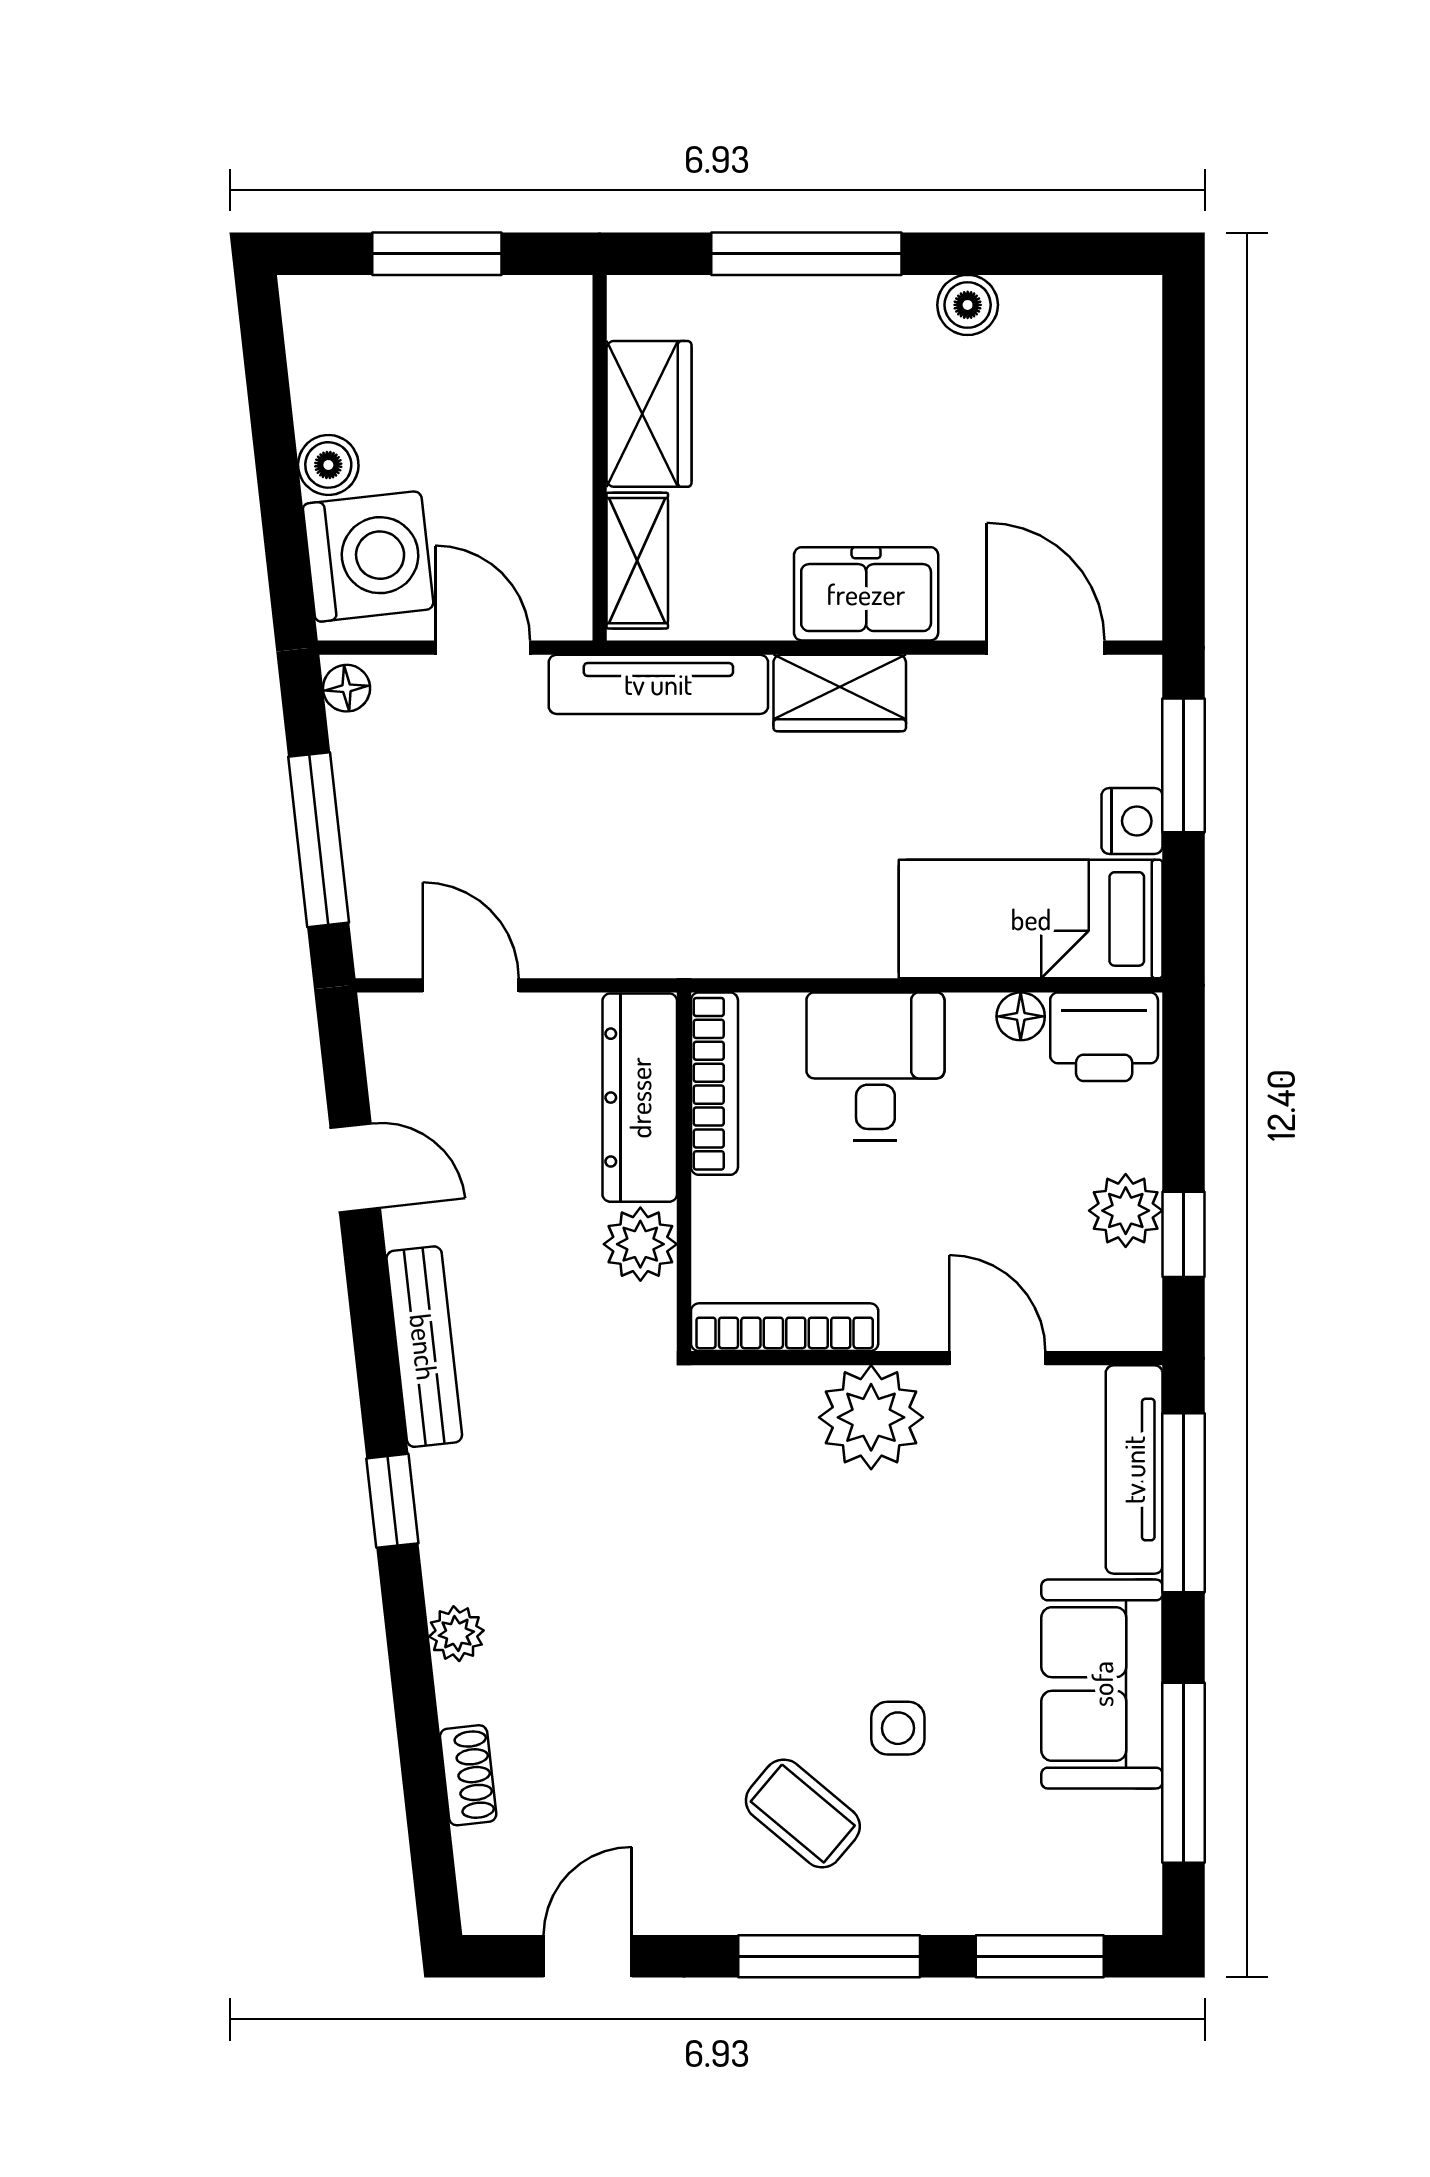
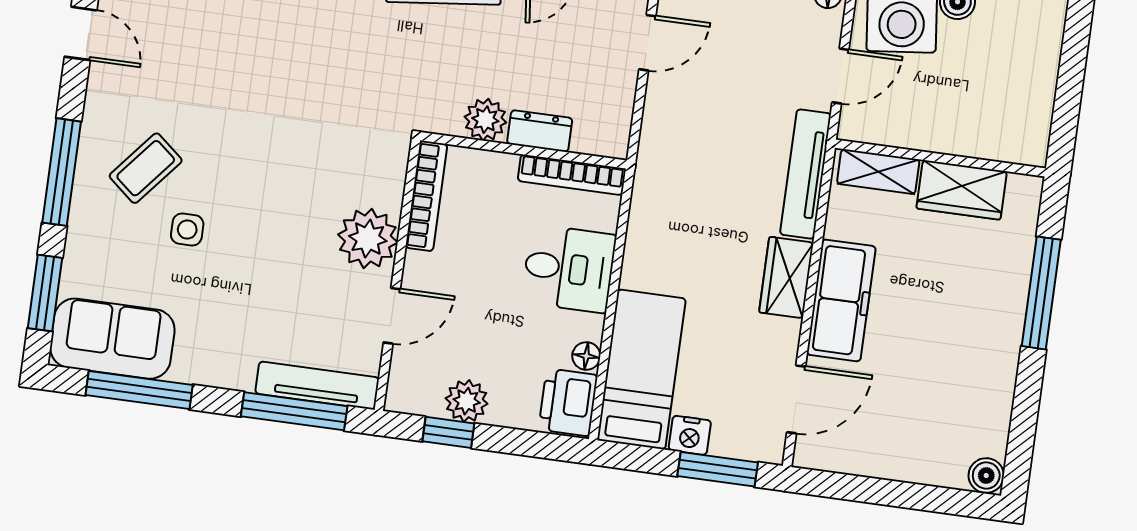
window: (437, 254) -> (1070, 81), removed
boiler: (968, 305) -> (986, 476), moved
freezer: (866, 594) -> (841, 300), width x1.40
dresser: (640, 1098) -> (540, 131), width x0.51, depth x0.80
sofa: (1102, 1684) -> (112, 339), moved

